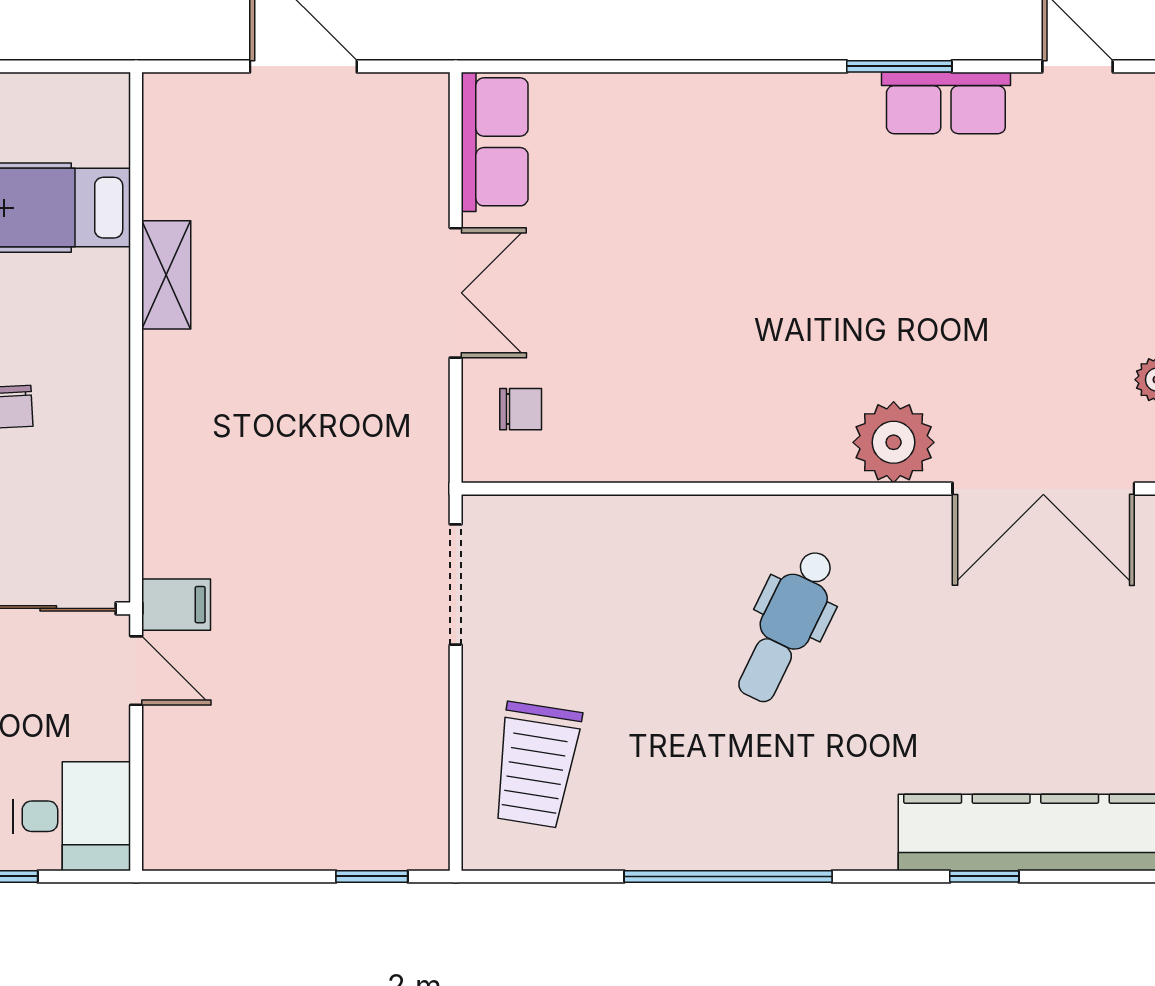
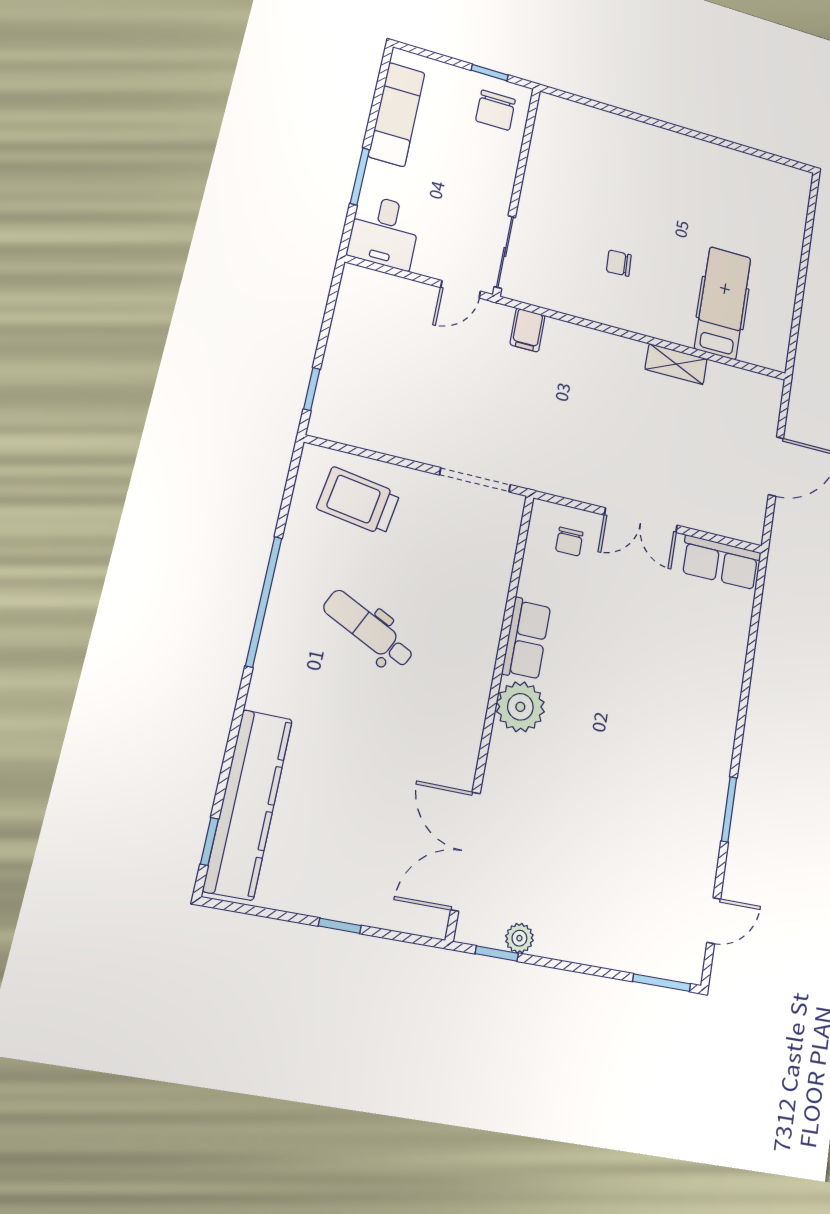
row of seats: (946, 103) -> (526, 639), moved, turned 180
plant: (894, 442) -> (520, 707), moved
filing cabinet: (176, 605) -> (527, 330), moved
dental chair: (787, 626) -> (369, 629), moved
window: (984, 876) -> (209, 841), moved

